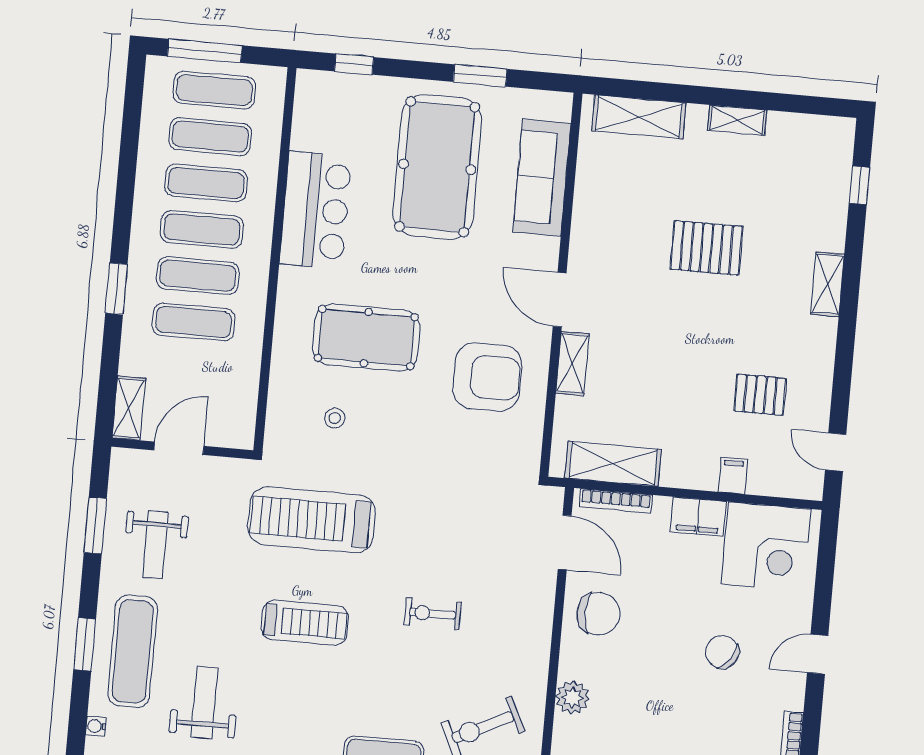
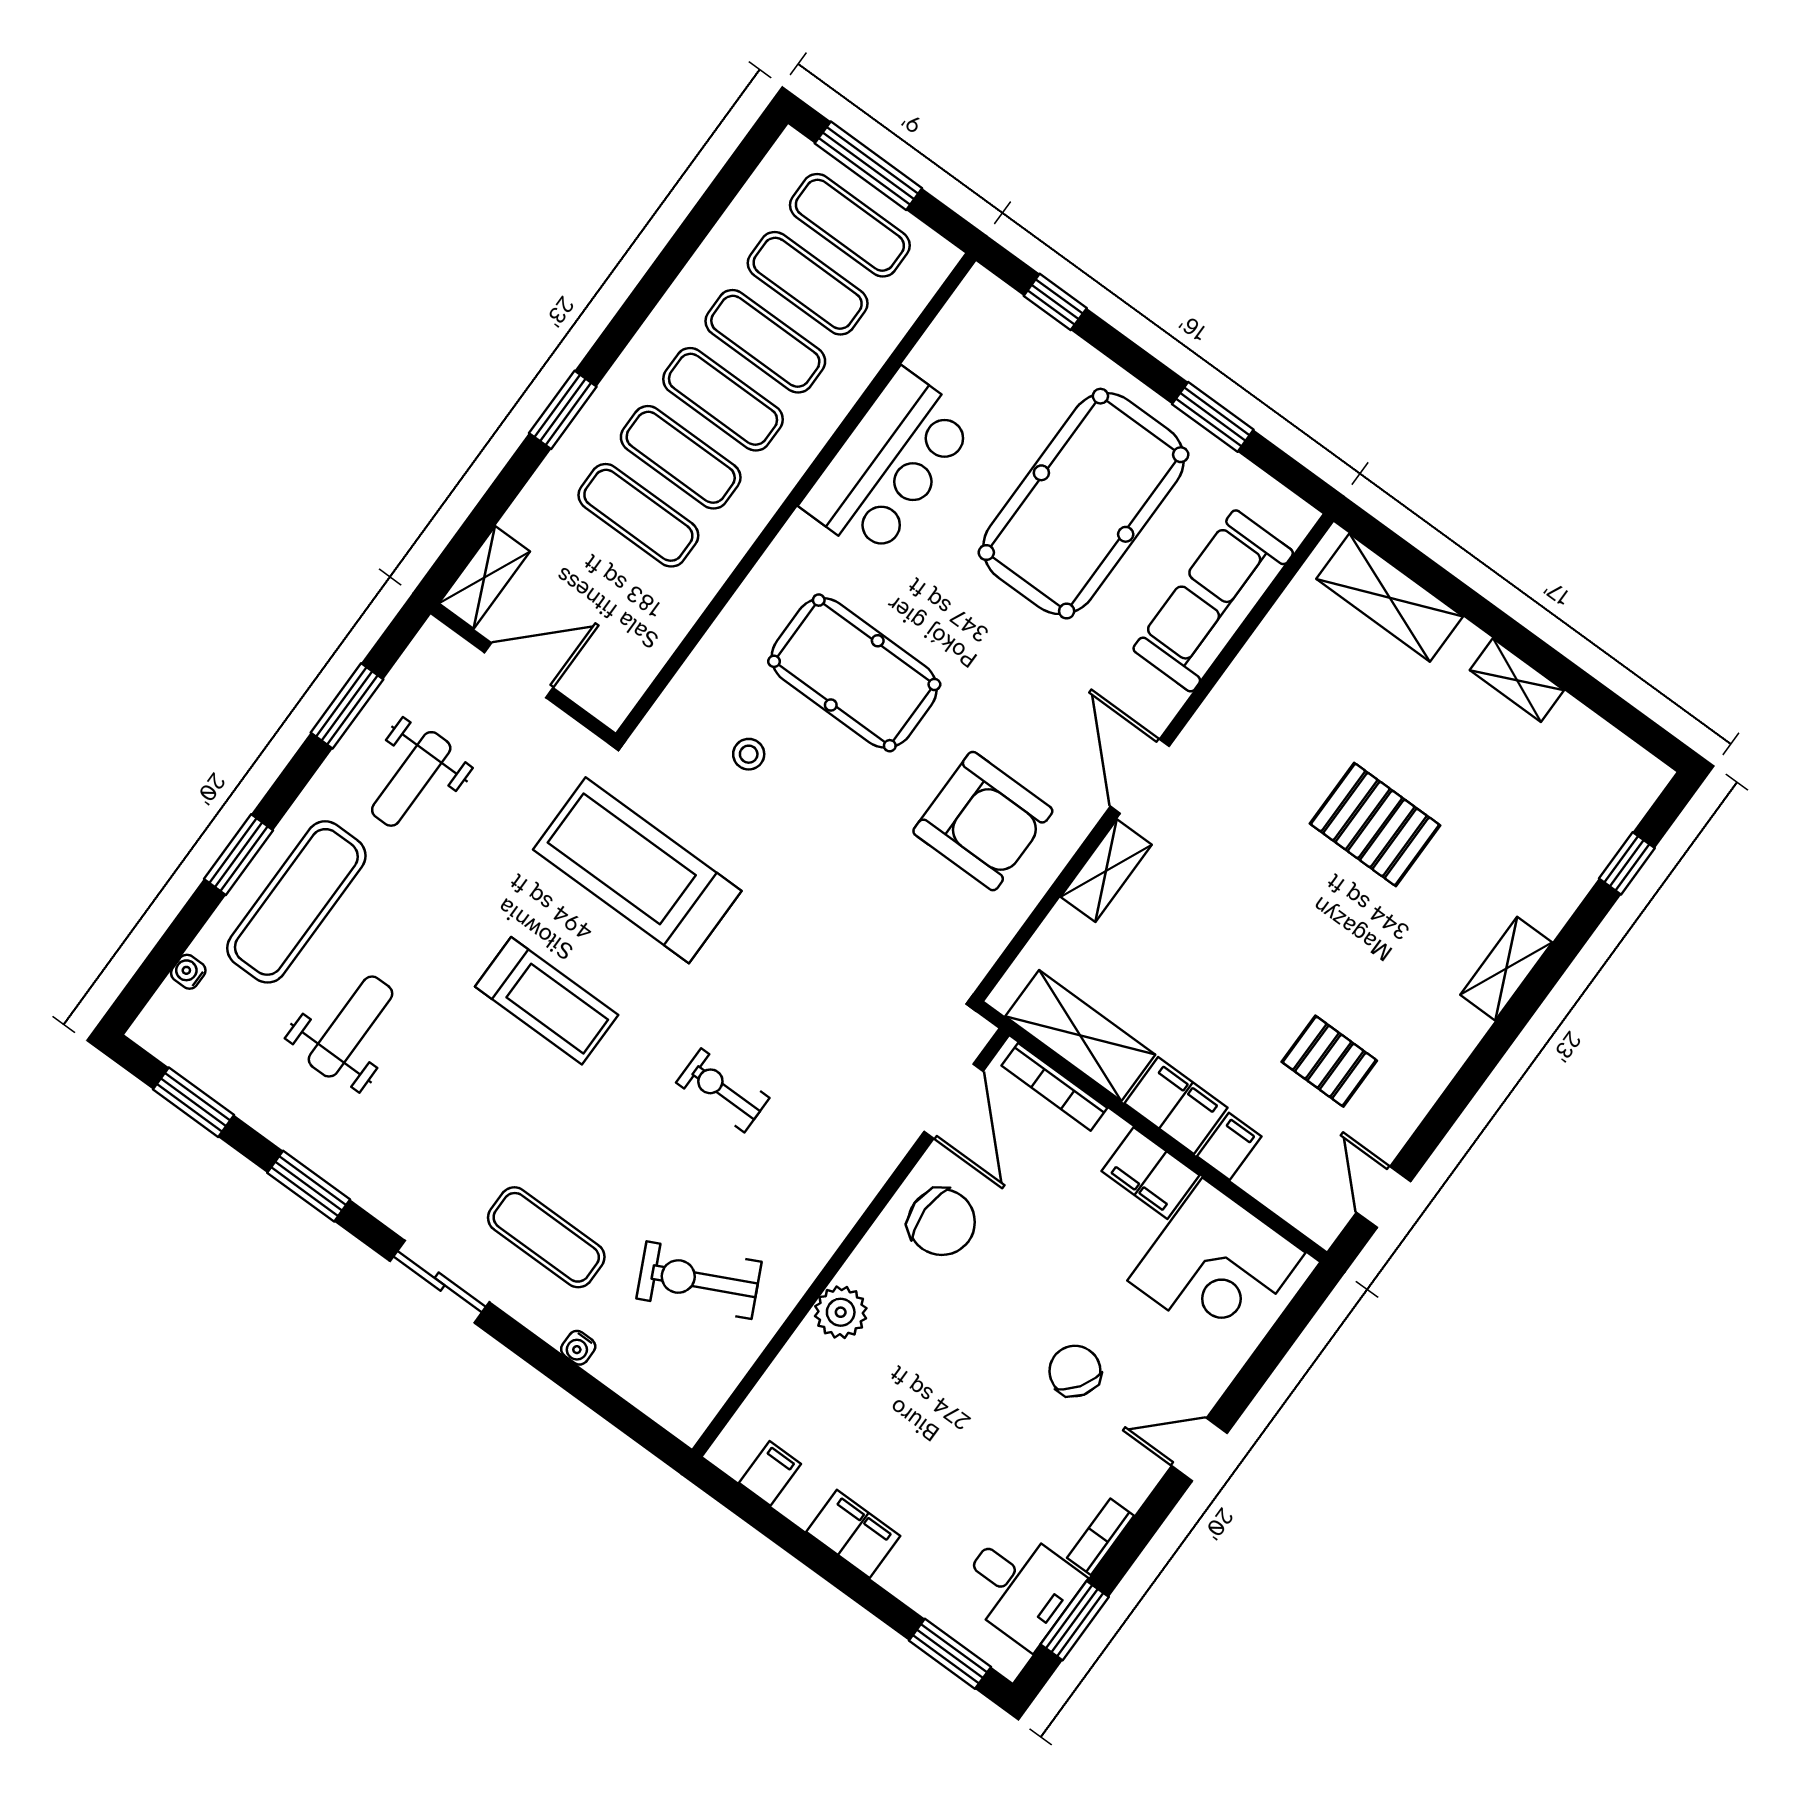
filing cabinet: (690, 471) -> (1176, 1106), added

